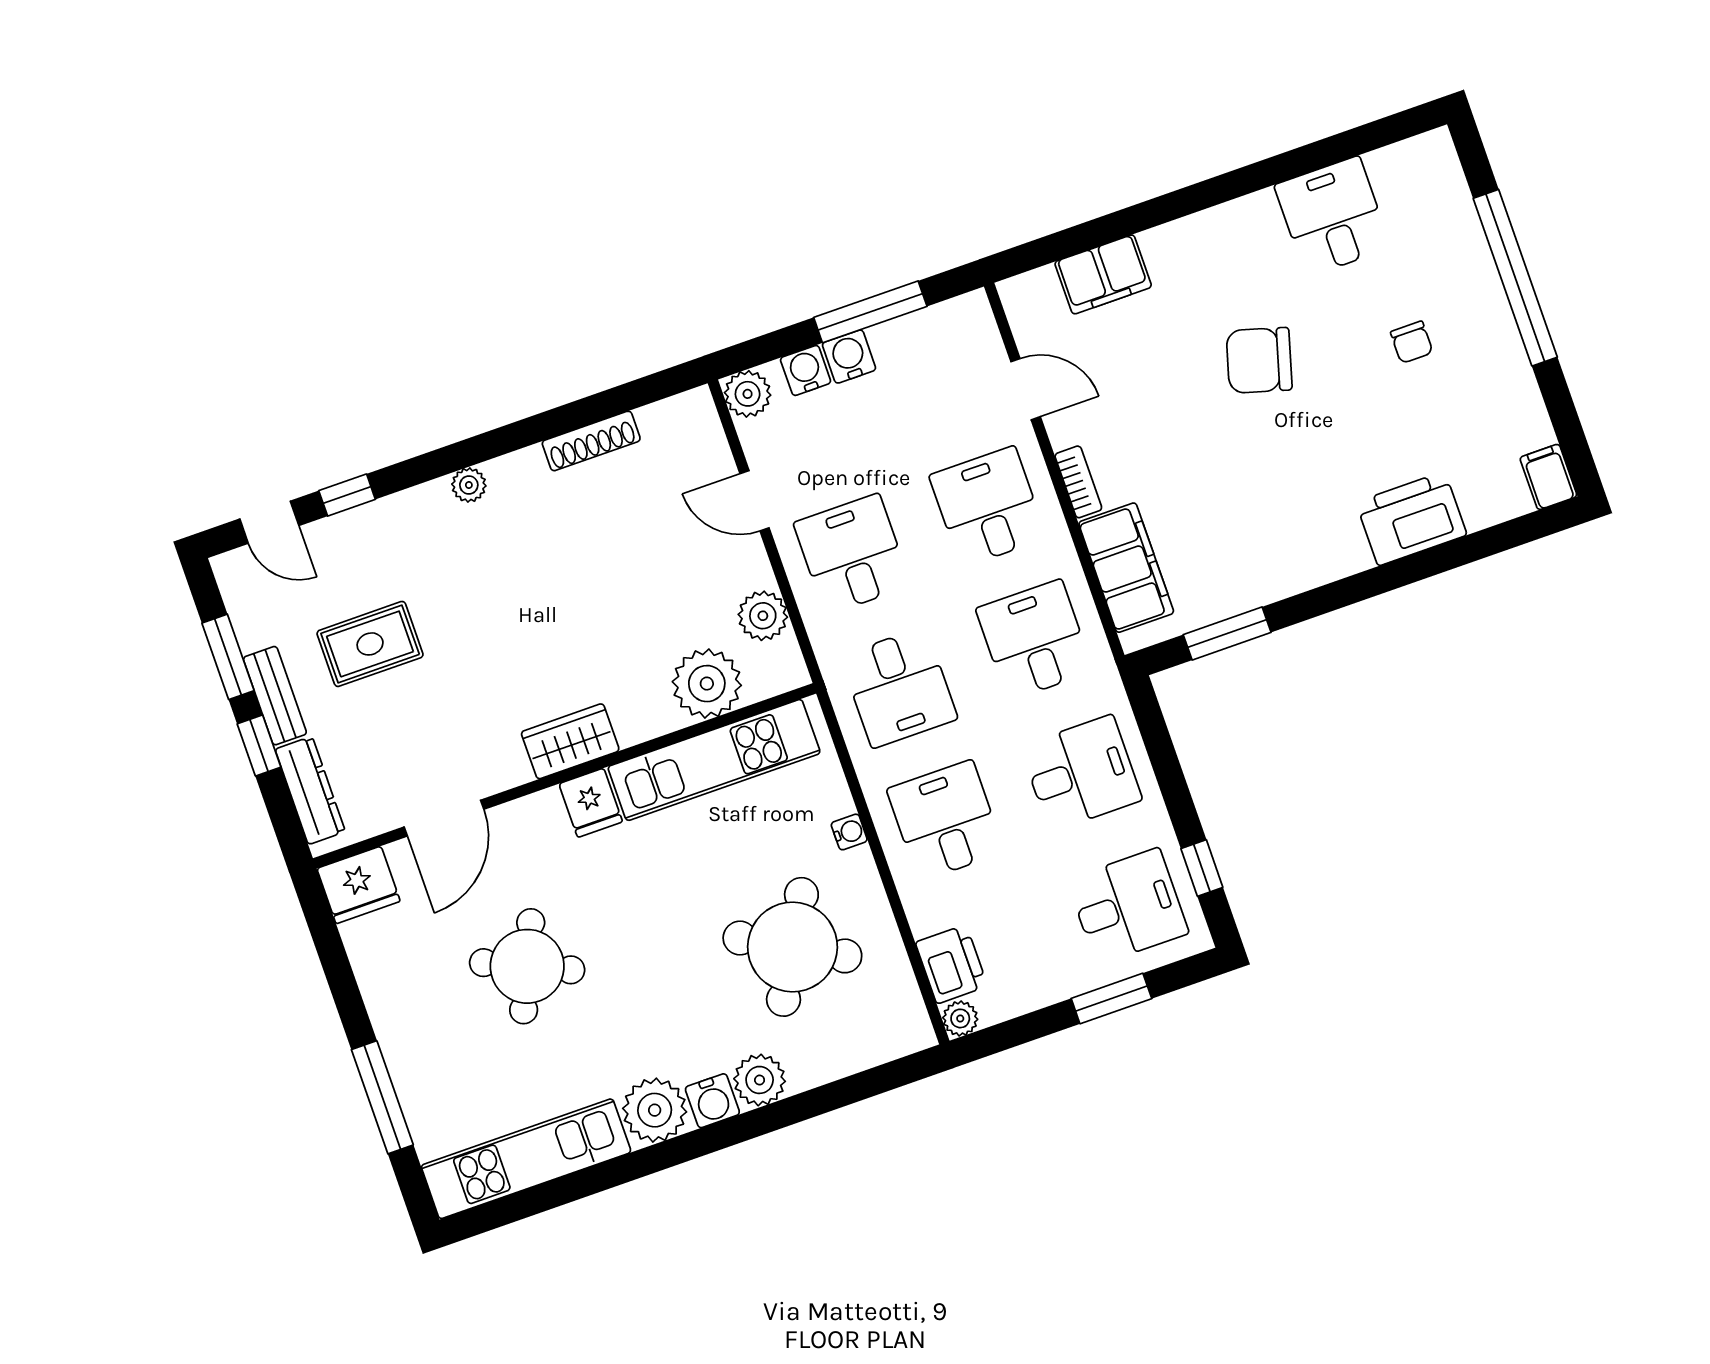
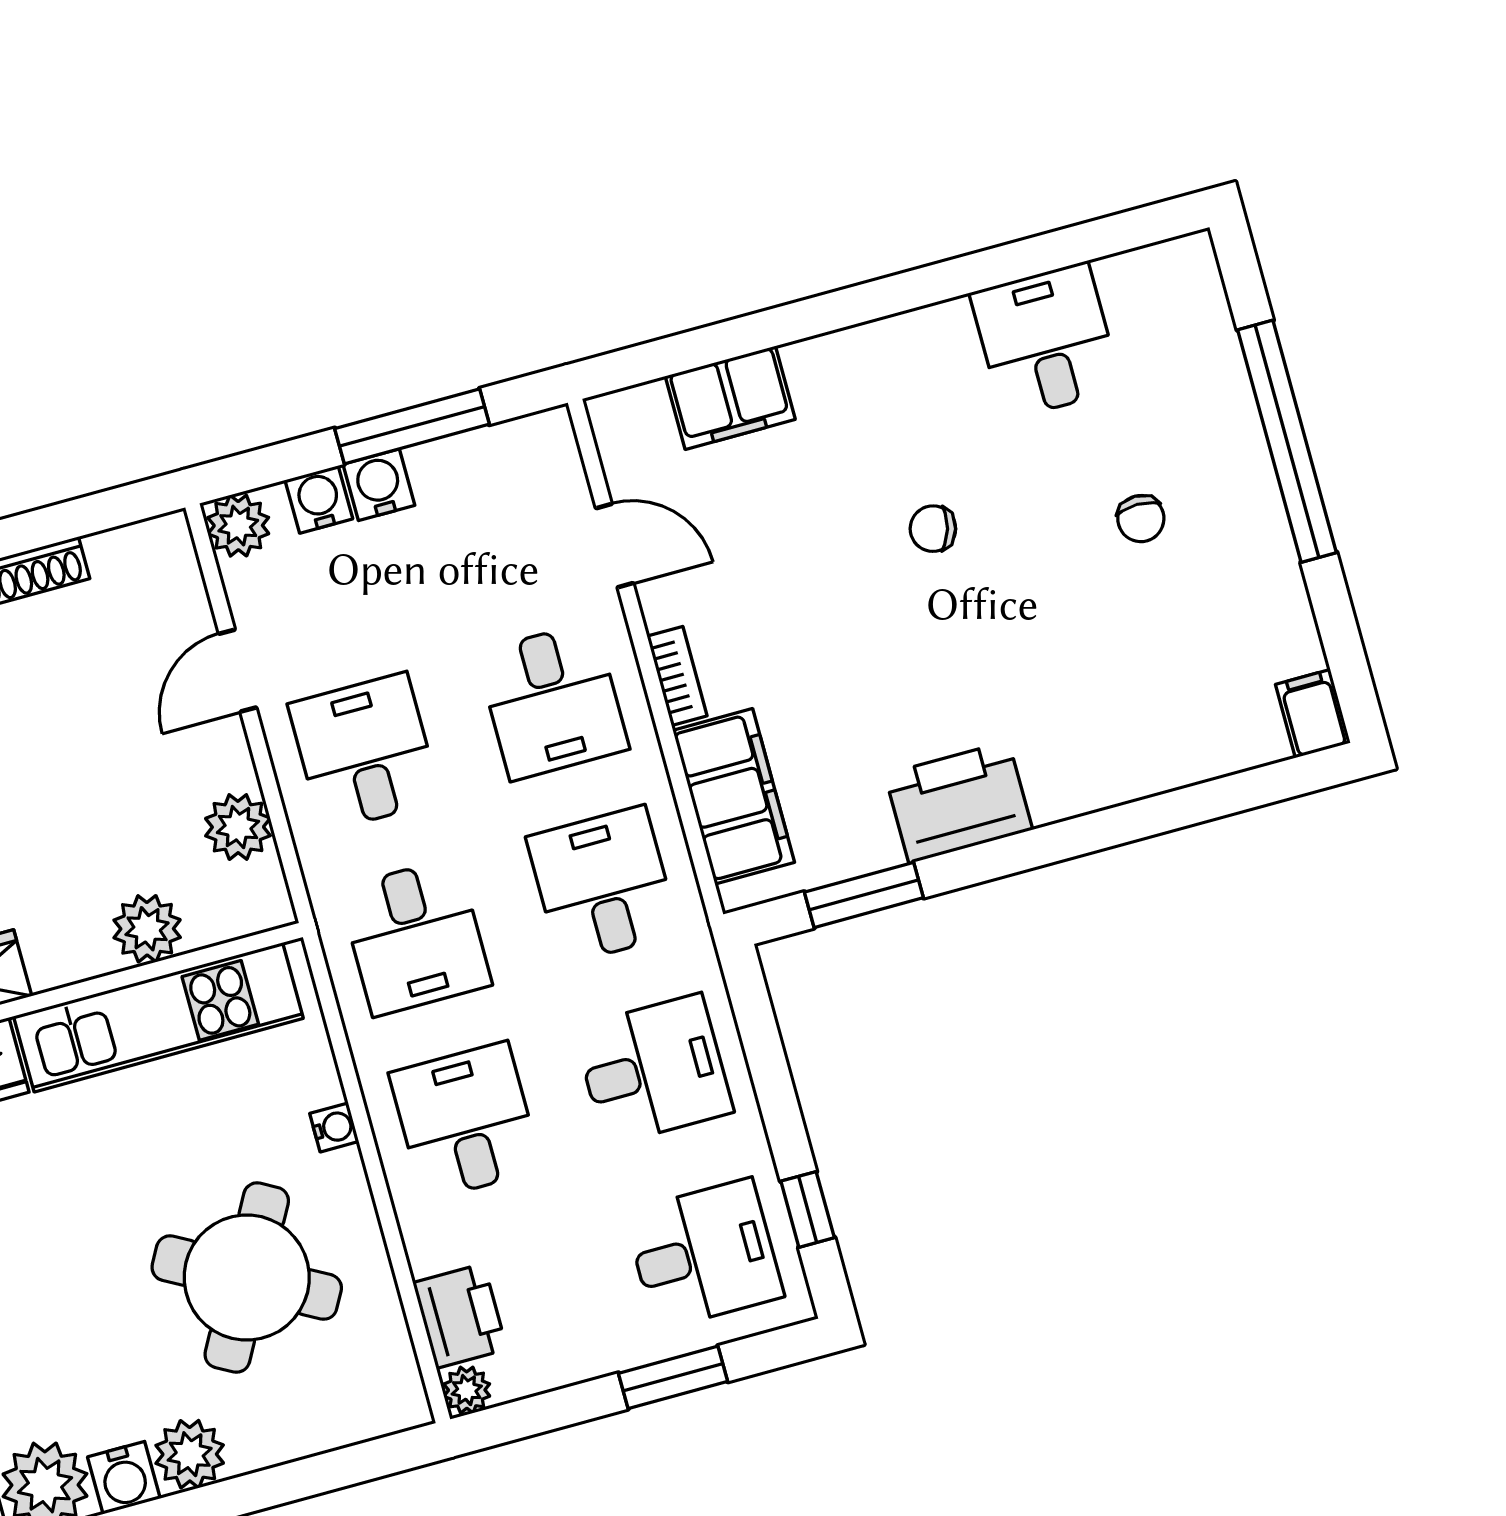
chair: (1259, 360) -> (933, 529), width x0.54, depth x0.54
door: (755, 501) -> (238, 671), hinge flipped
desk: (988, 507) -> (552, 701), turned 180
printer: (1411, 519) -> (959, 802), moved
plant: (707, 684) -> (147, 929), width x0.73, depth x0.73

